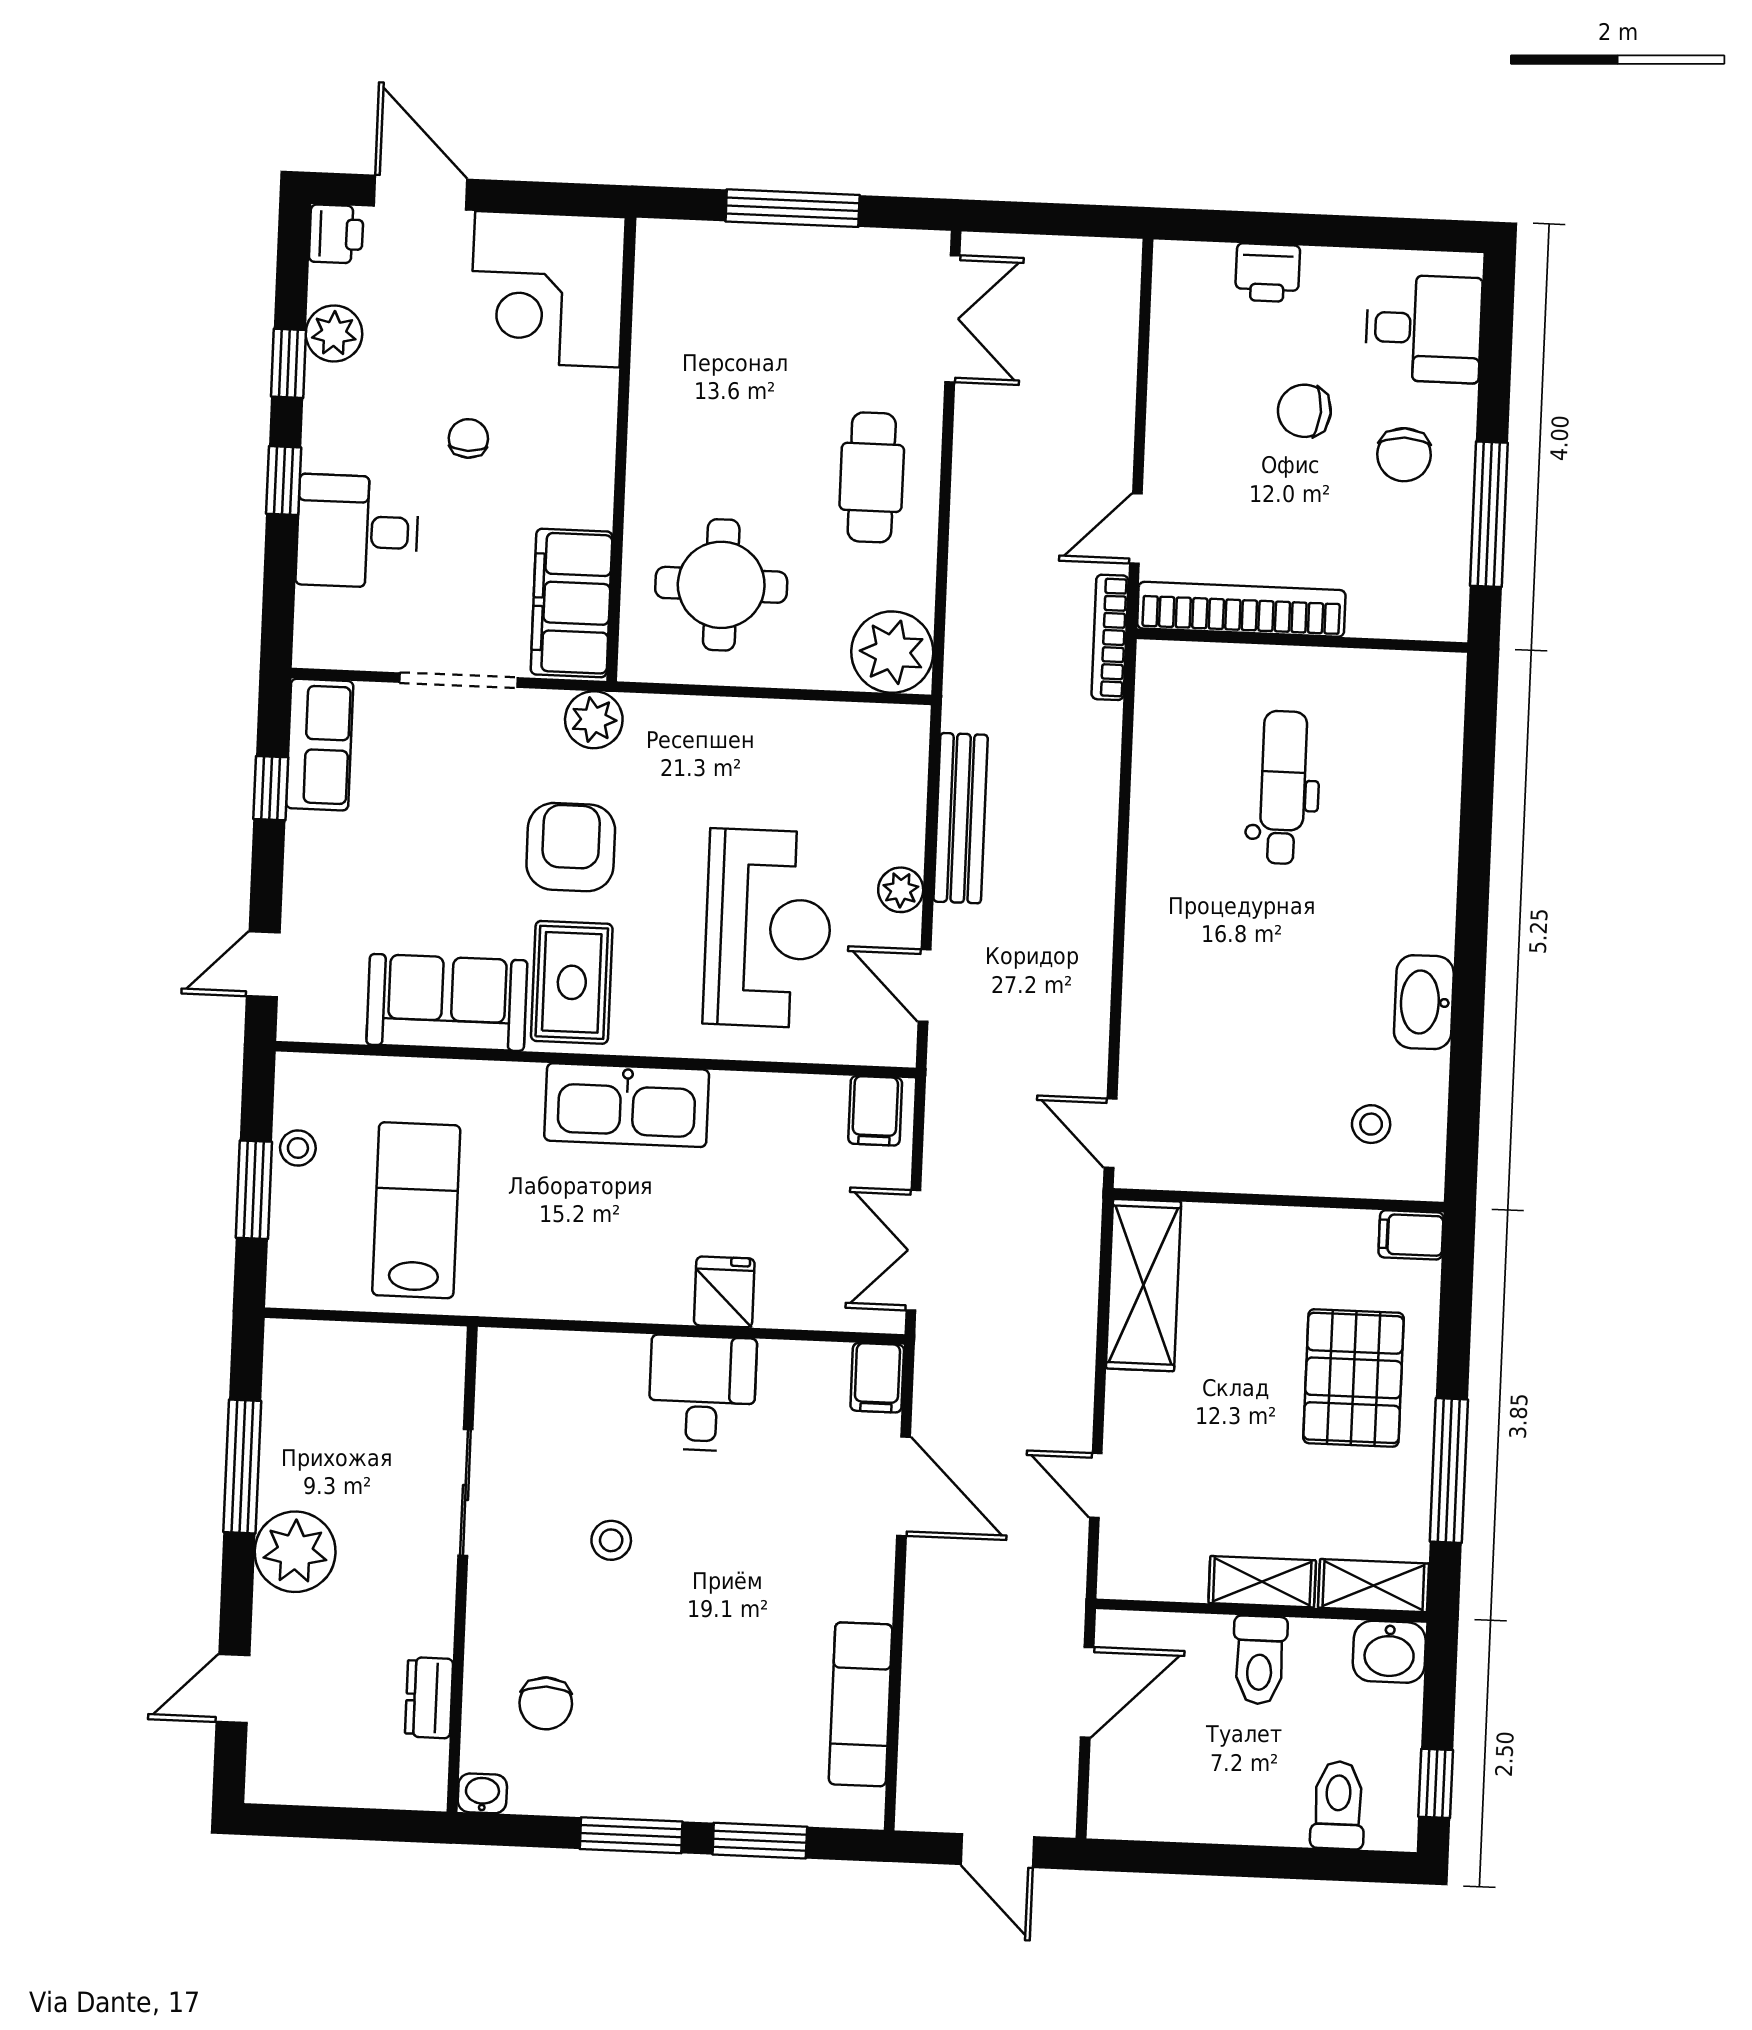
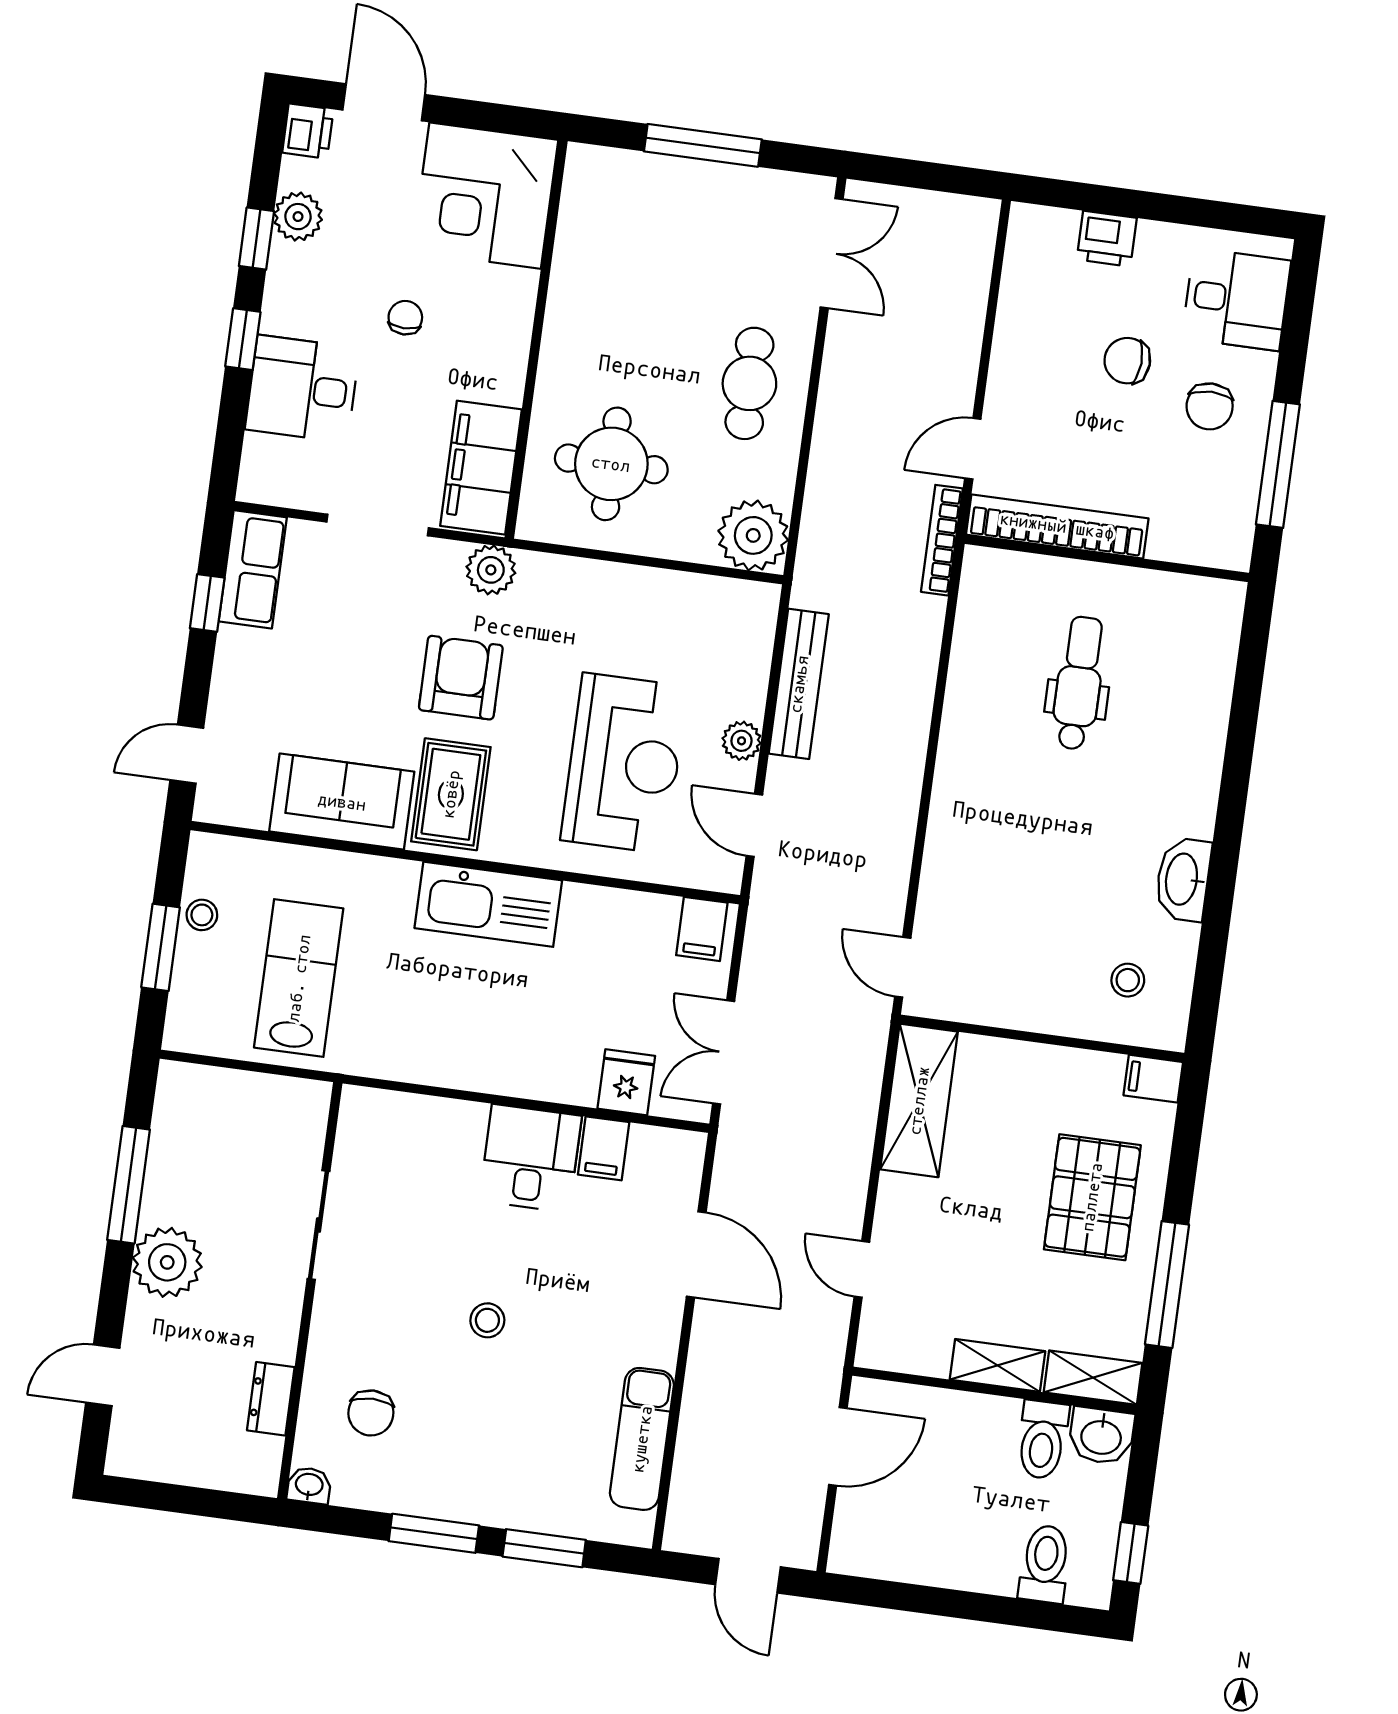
fridge: (724, 1292) -> (626, 1082), moved
filing cabinet: (877, 1378) -> (604, 1148), moved
stool: (611, 1540) -> (487, 1320), moved
toilet: (1260, 1660) -> (1042, 1440), moved

